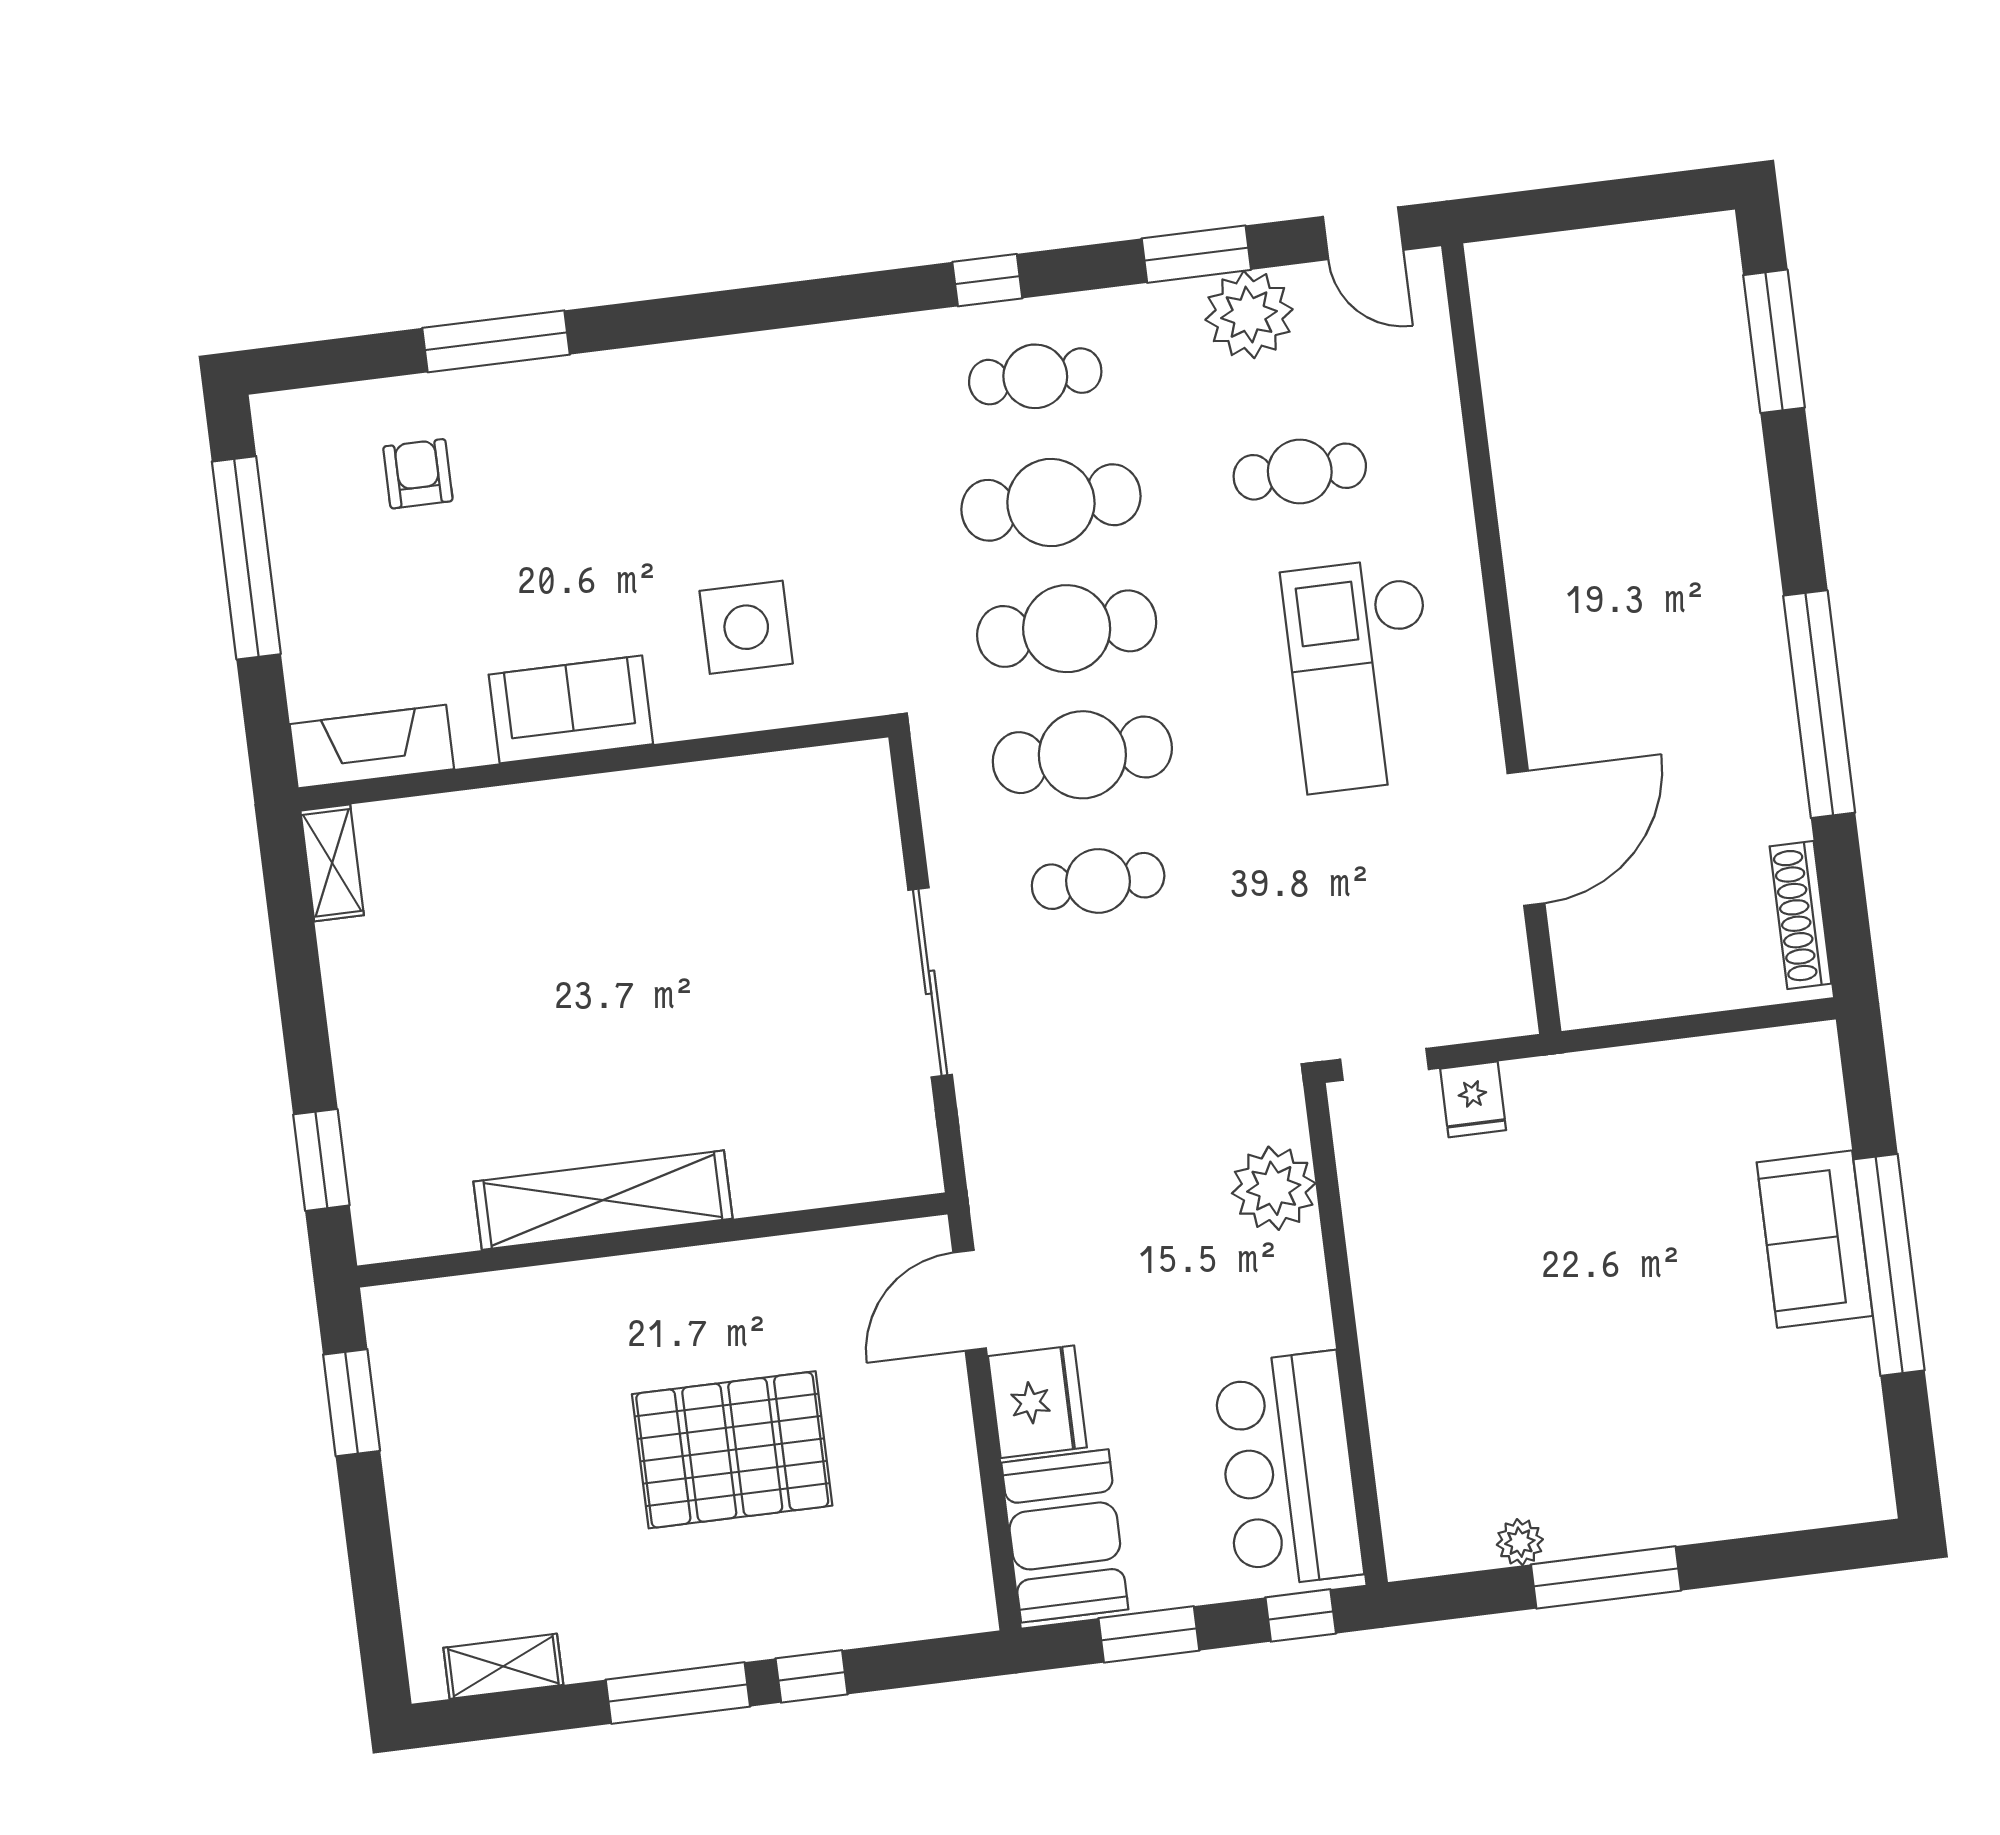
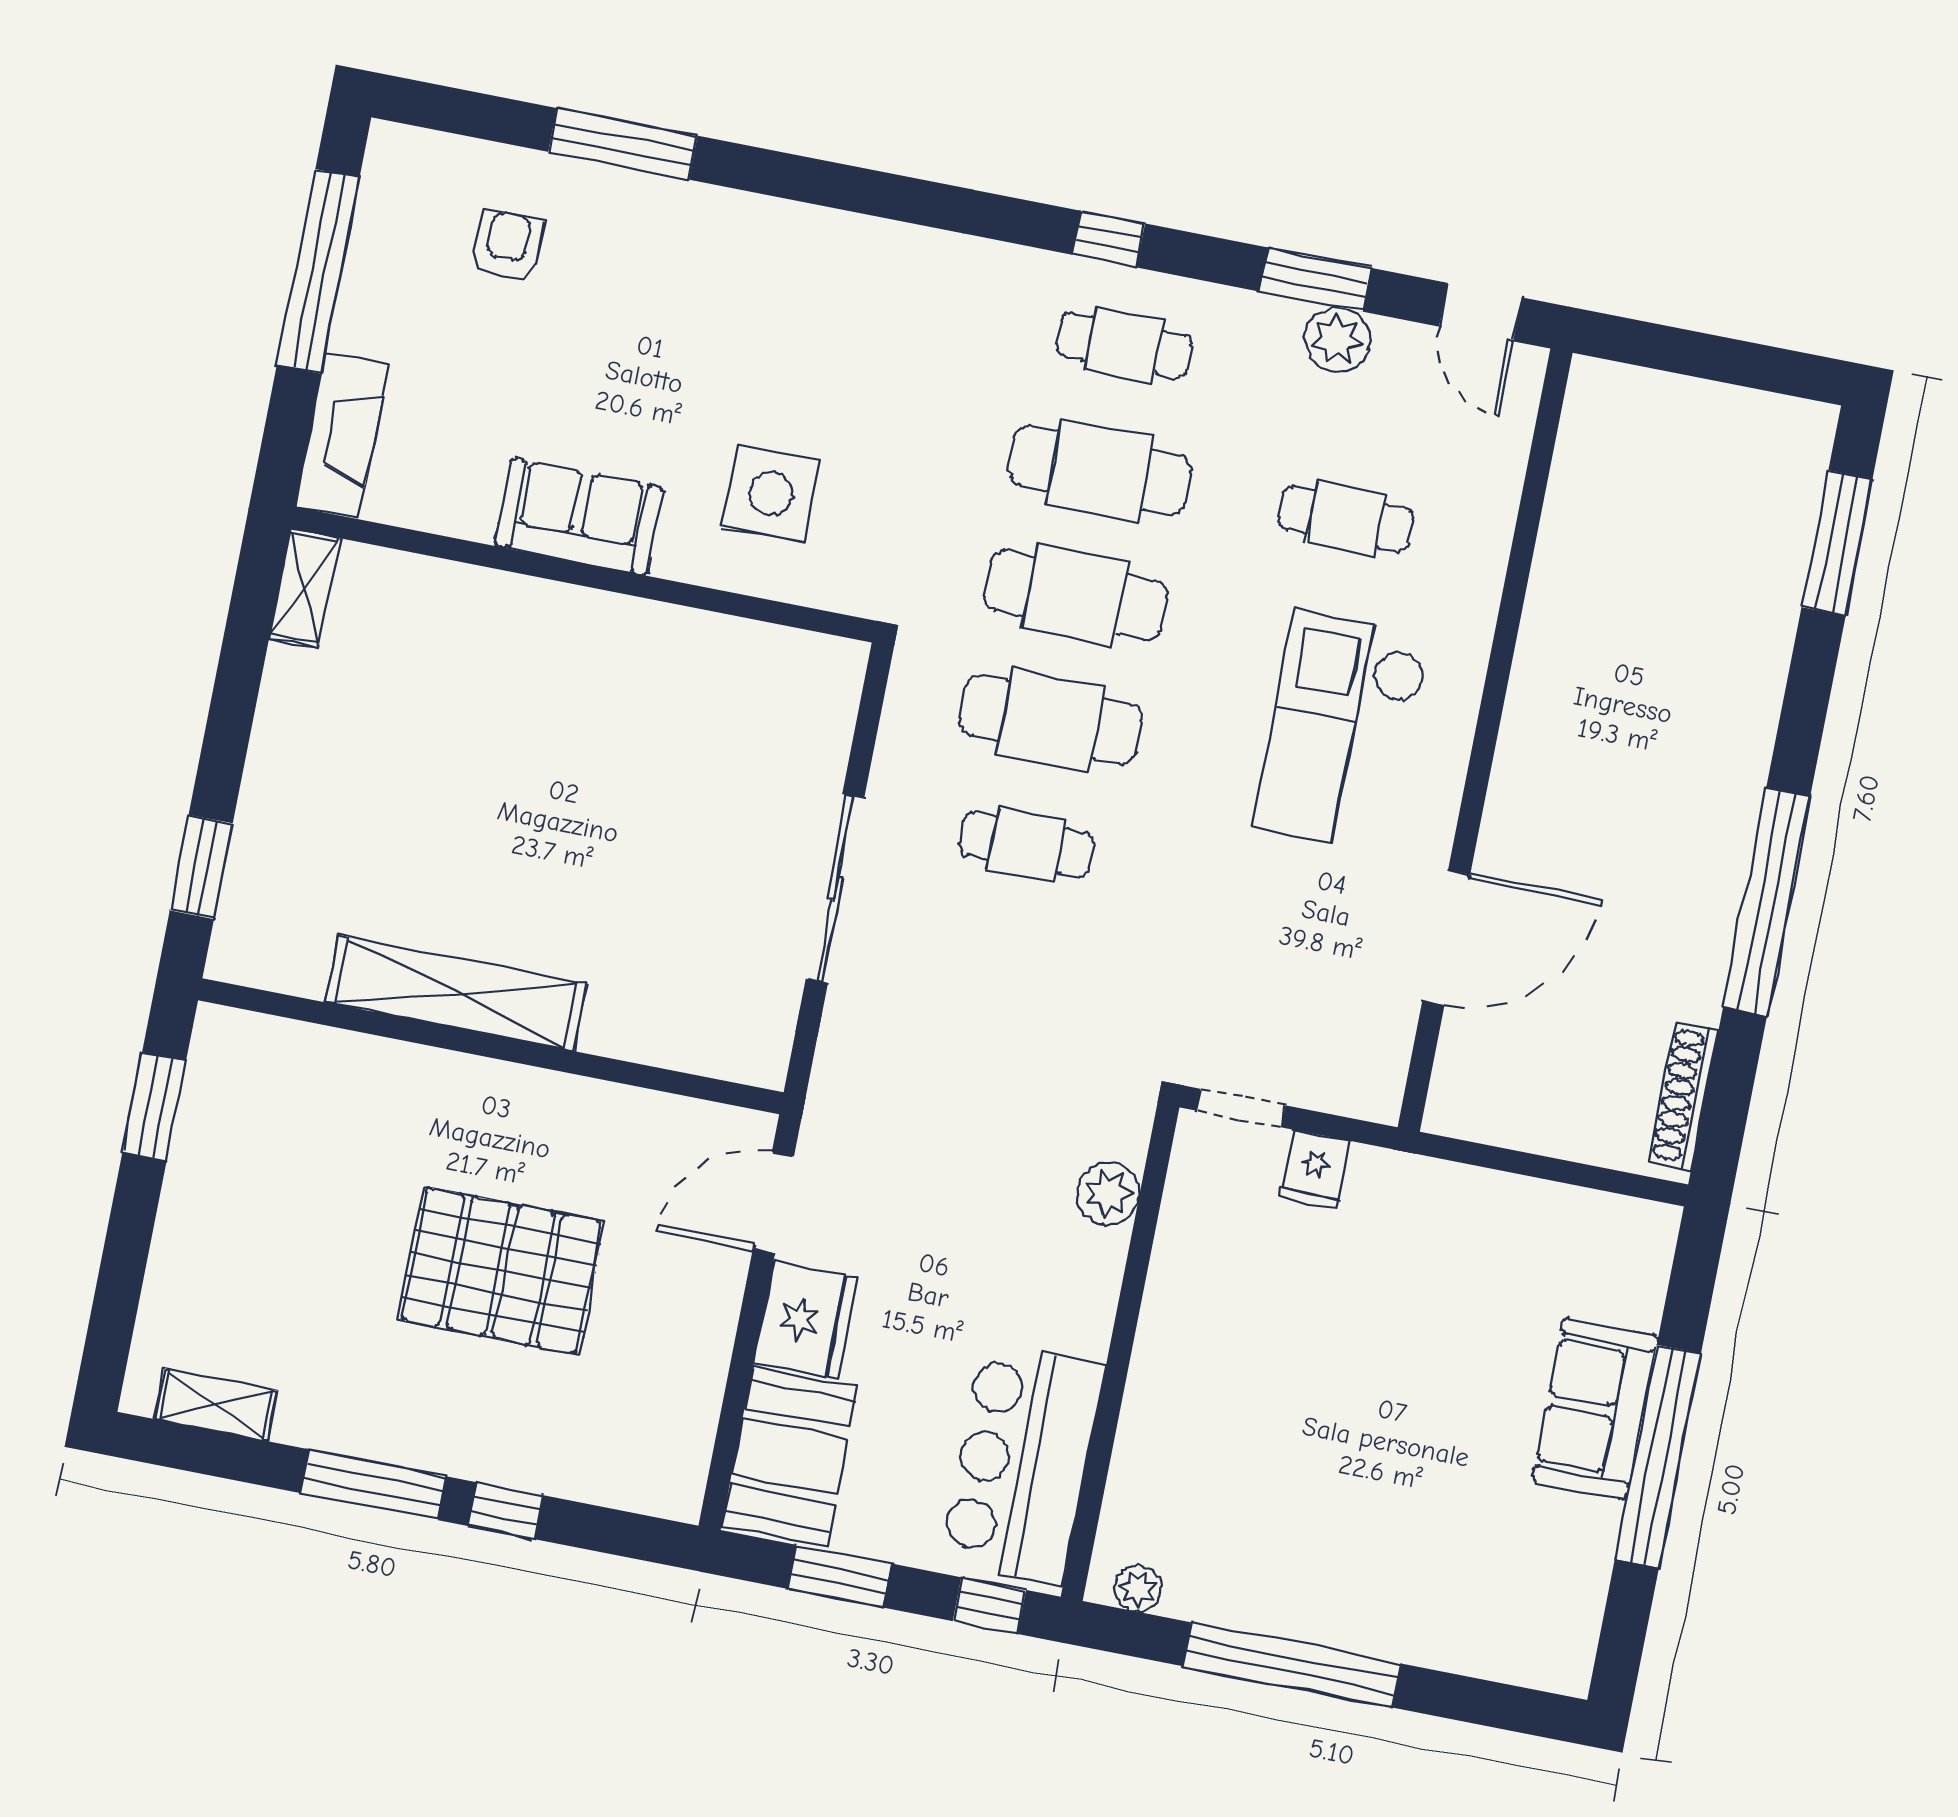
plant: (1249, 315) -> (1337, 340), width x0.73, depth x0.73
fireplace: (372, 747) -> (342, 435), moved, turned 90
plant: (1274, 1188) -> (1108, 1193), width x0.73, depth x0.73
plant: (1520, 1542) -> (1138, 1588), moved
window: (1606, 1577) -> (1291, 1665), width x1.46

